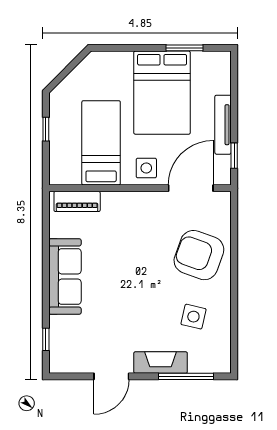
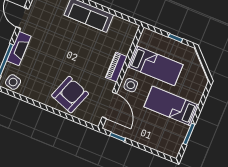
bed: (162, 93) -> (171, 106), width x0.67
tv unit: (223, 125) -> (137, 138), removed
piano: (77, 201) -> (116, 67), moved
side table: (193, 317) -> (13, 82), moved

